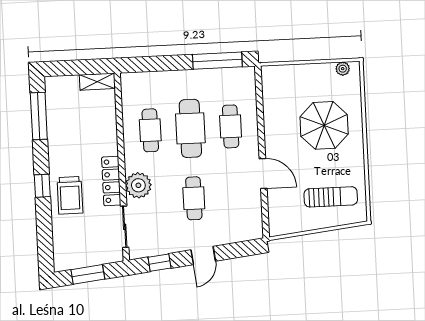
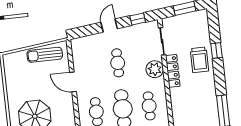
window: (42, 186) -> (216, 50), moved
trolley: (70, 195) -> (199, 60), turned 180
sun lounger: (331, 197) -> (45, 55), moved

